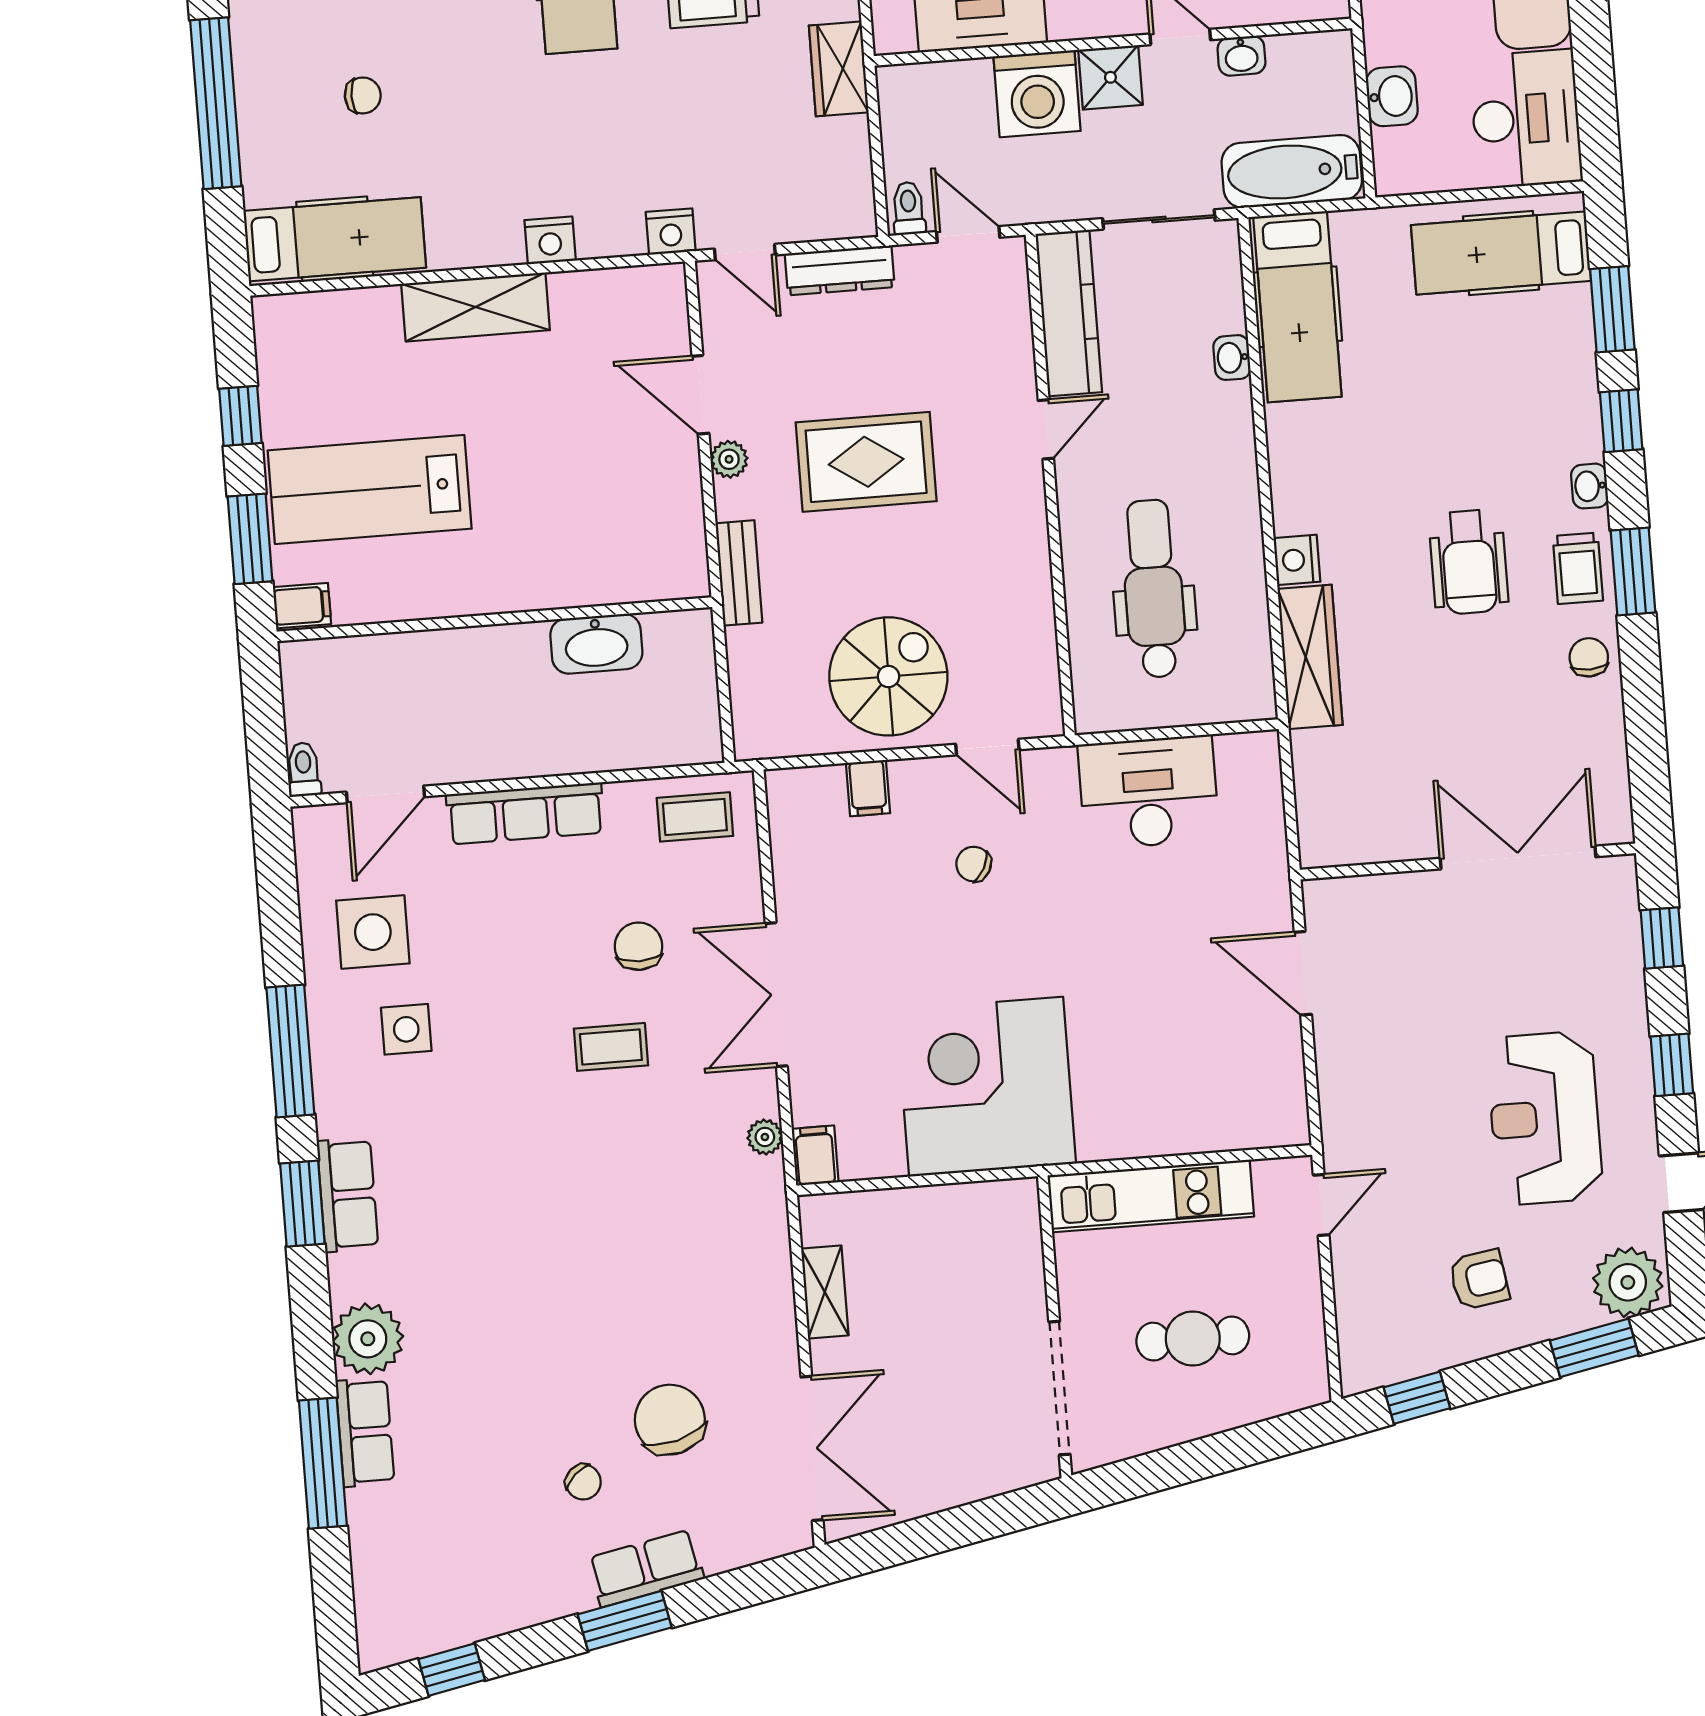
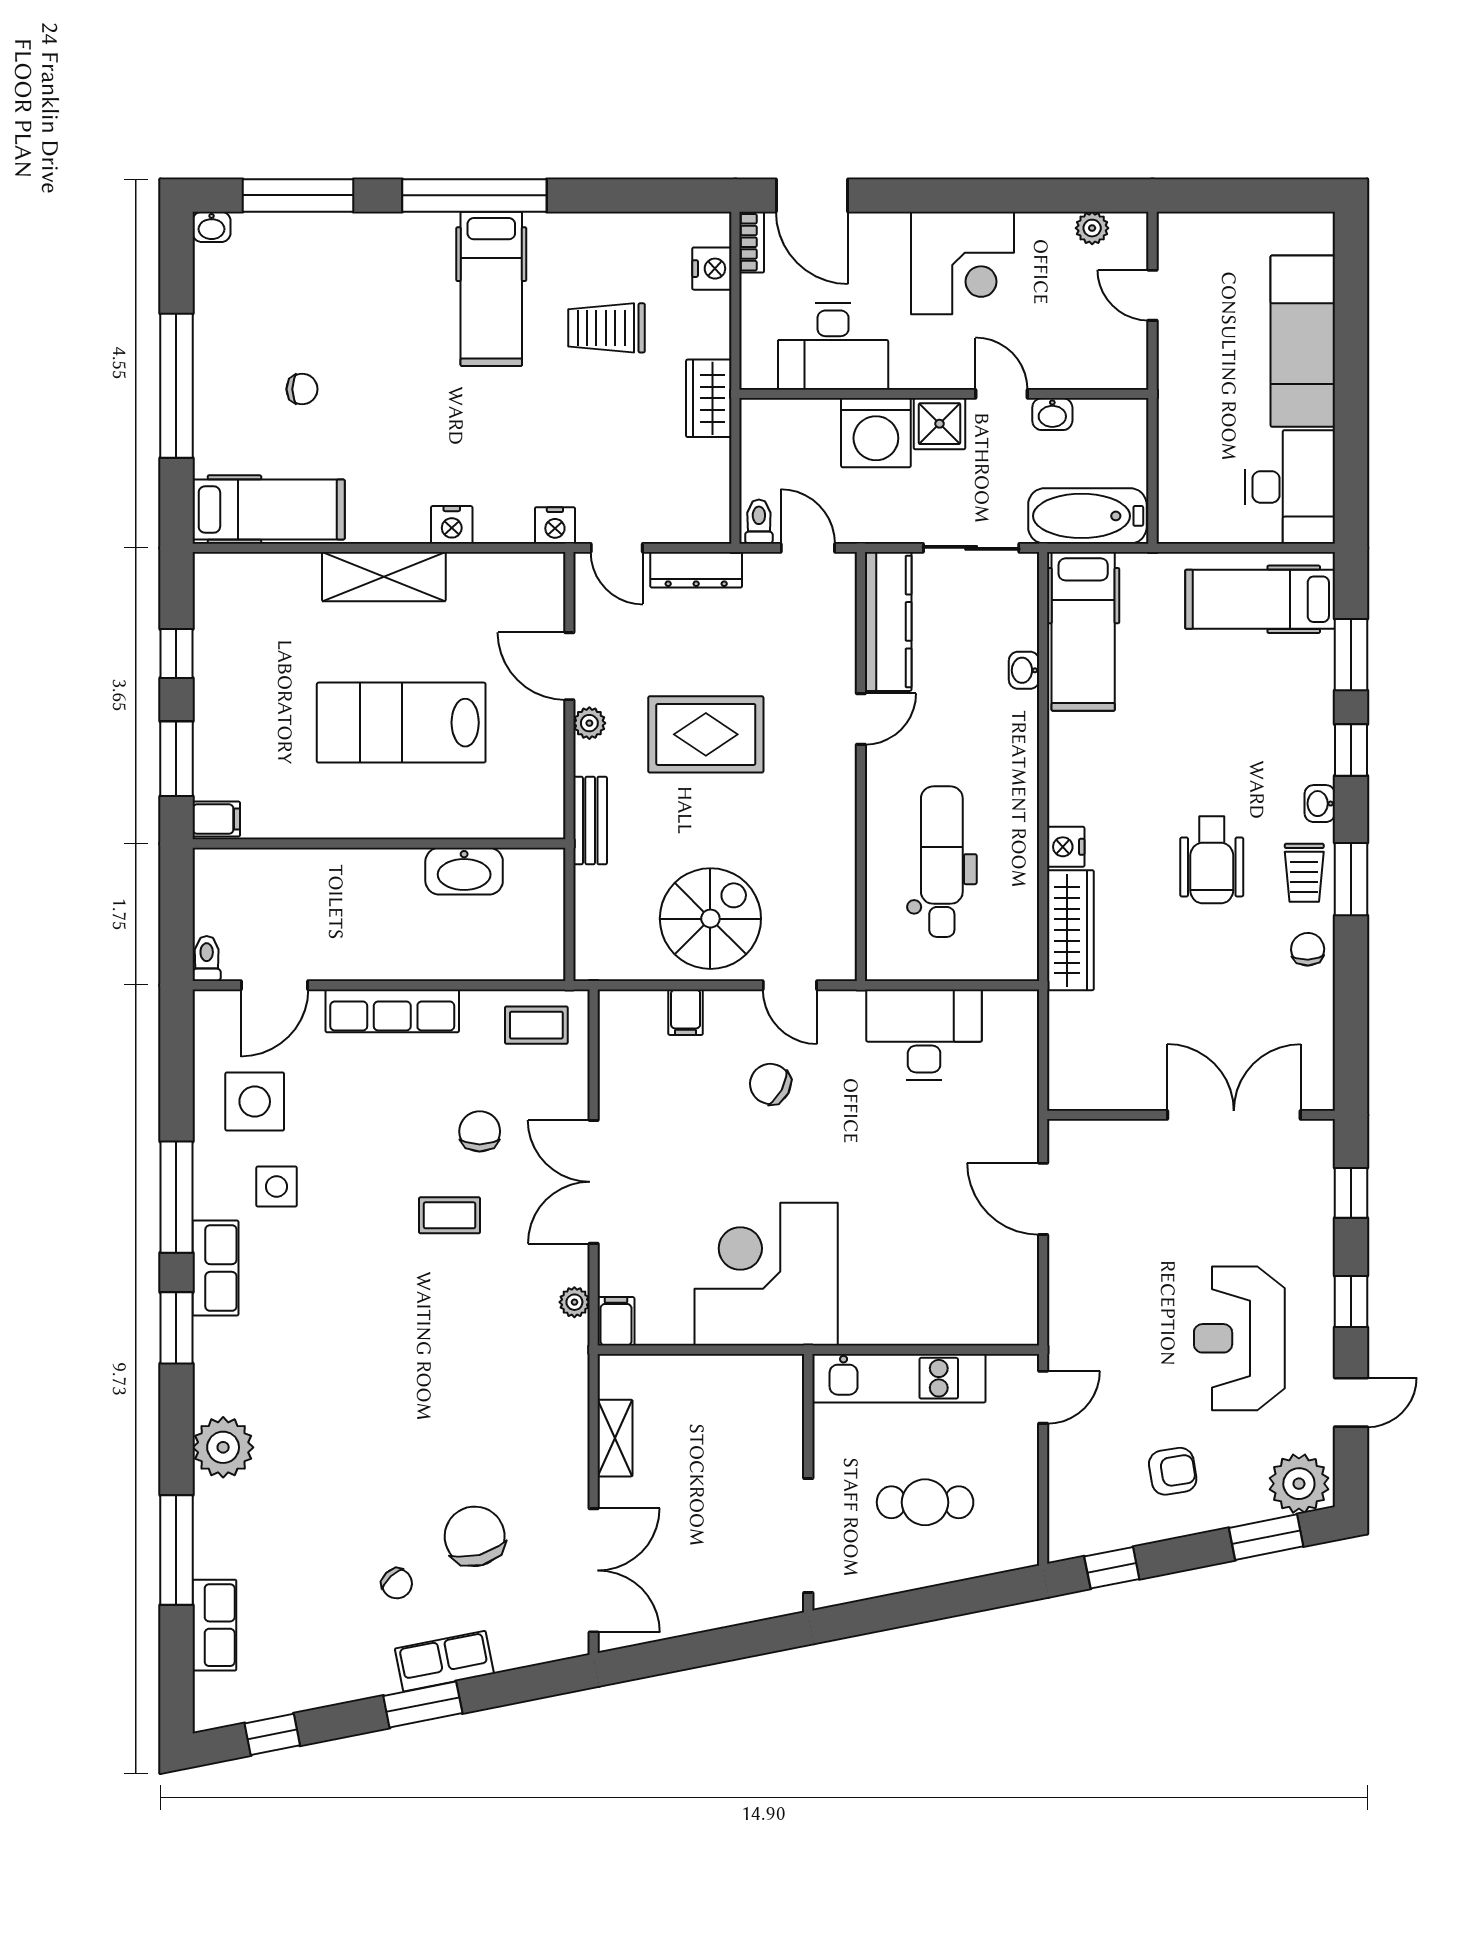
washbasin: (1392, 96) -> (1178, 459), removed
lab bench: (370, 490) -> (401, 723), moved
chair: (974, 864) -> (770, 1084), width x1.37, depth x1.37
row of seats: (348, 1195) -> (216, 1268), moved
row of seats: (365, 1432) -> (214, 1625), moved

